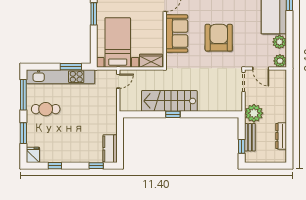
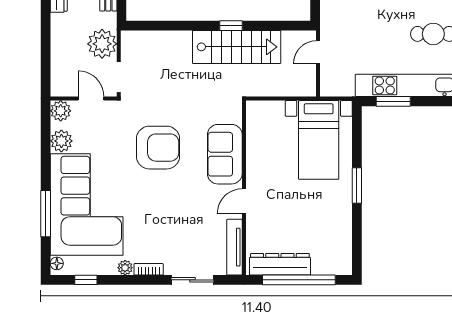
armchair: (219, 38) -> (158, 148), turned -90
wardrobe: (151, 61) -> (266, 111), removed
door: (118, 81) -> (318, 52), moved
plant: (254, 113) -> (102, 44), moved

